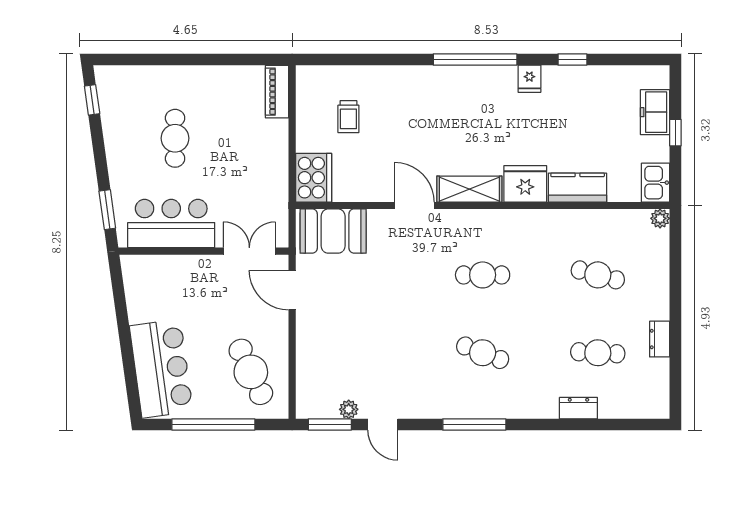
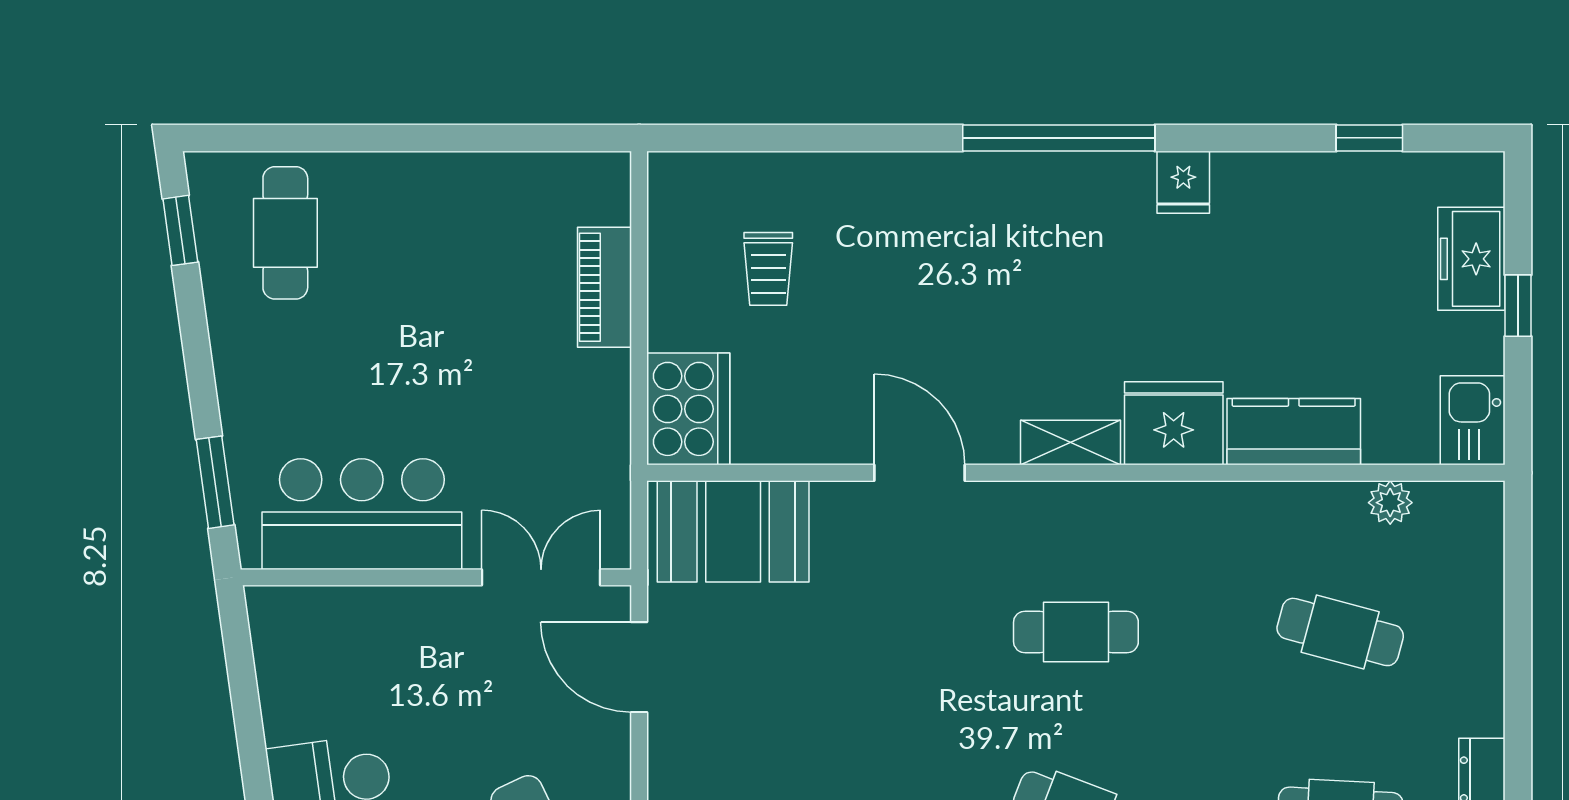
window: (572, 60) -> (1369, 138), moved
piano: (277, 92) -> (604, 287), moved
cafe table: (175, 138) -> (285, 233), moved
shelving: (469, 189) -> (1071, 442), width x0.67, depth x0.75
plant: (660, 218) -> (1390, 503), moved

